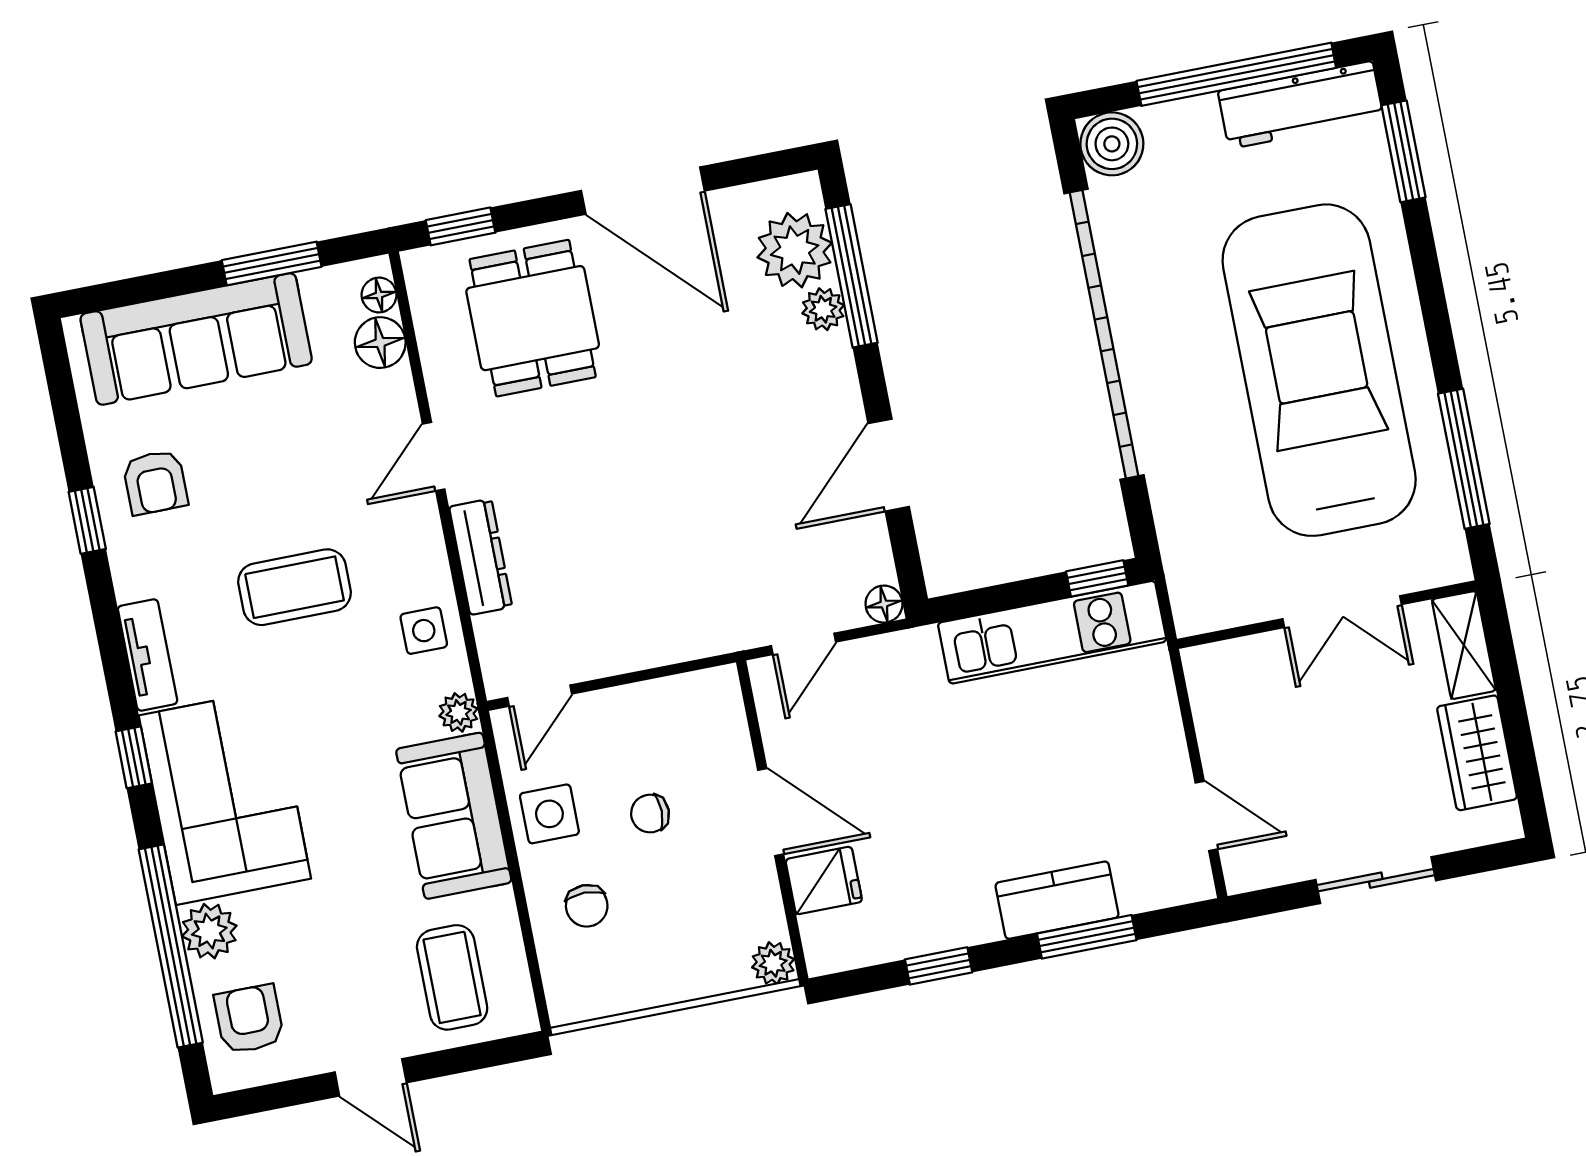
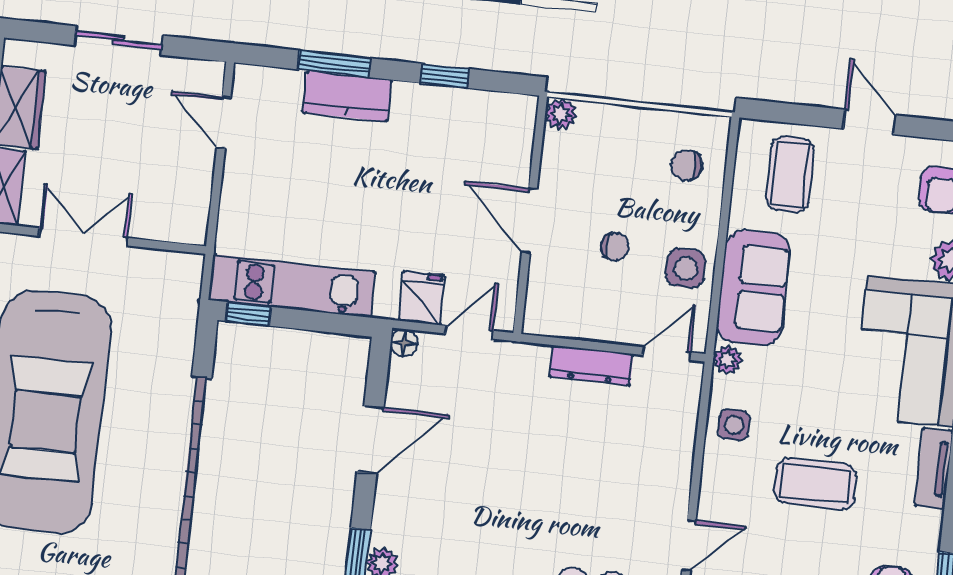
dresser: (481, 557) -> (591, 365), moved, turned -90
fridge: (824, 880) -> (422, 298), moved, turned 90
chair: (587, 906) -> (686, 165), moved, turned -87

